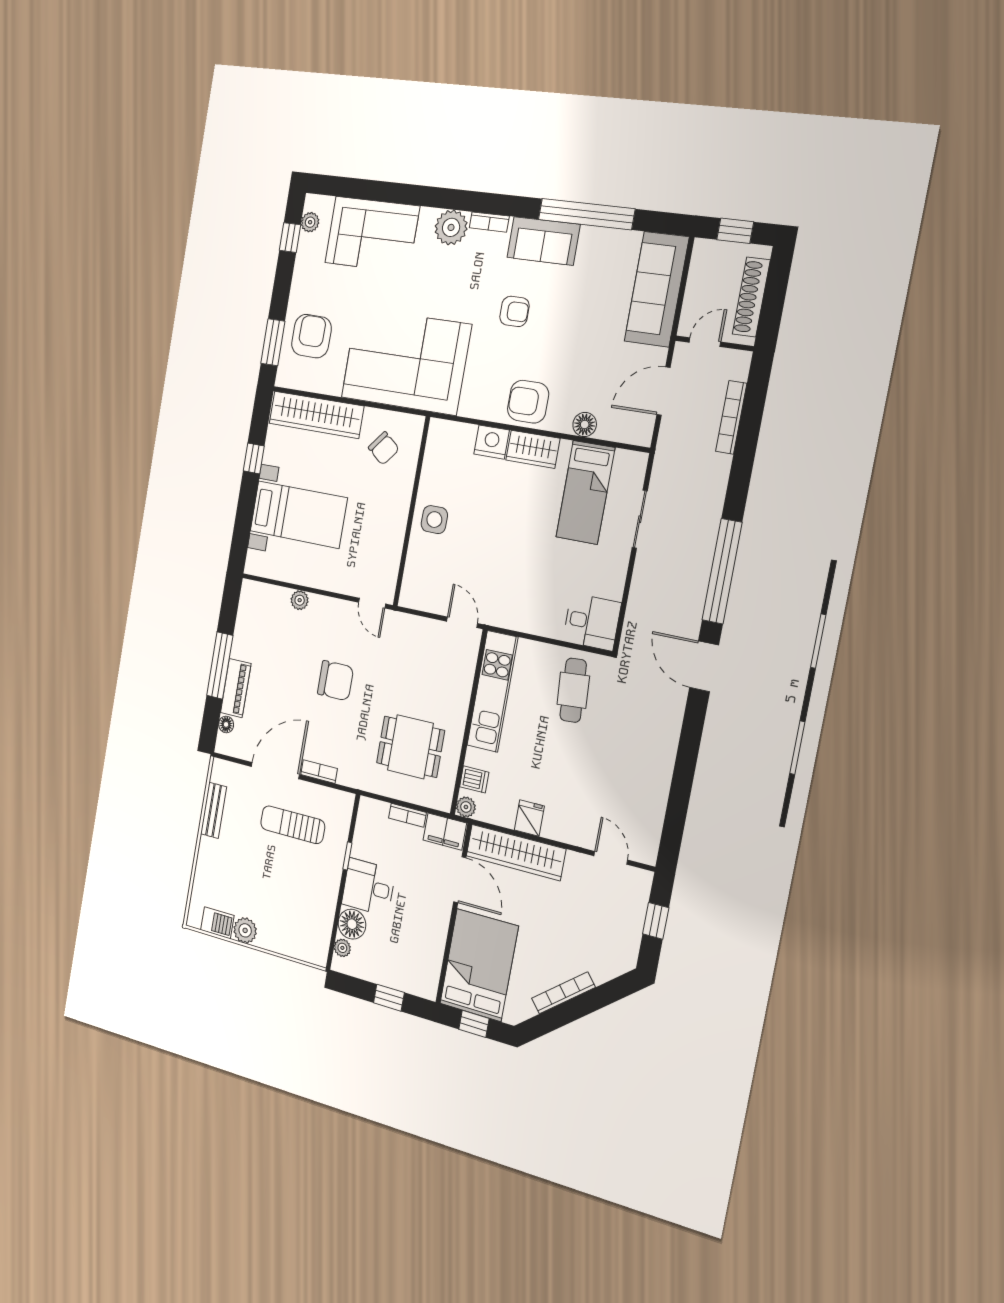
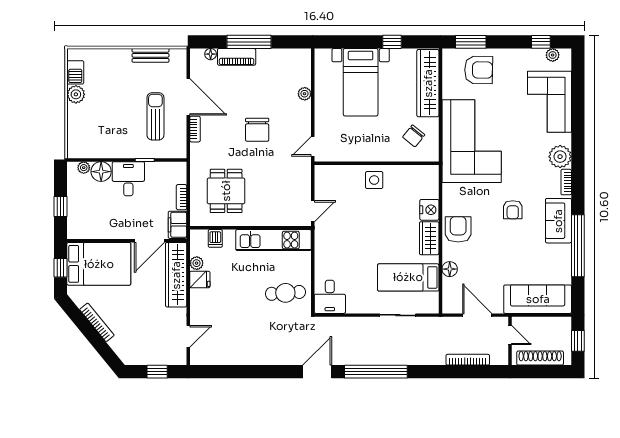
plant: (466, 807) -> (197, 263), moved

